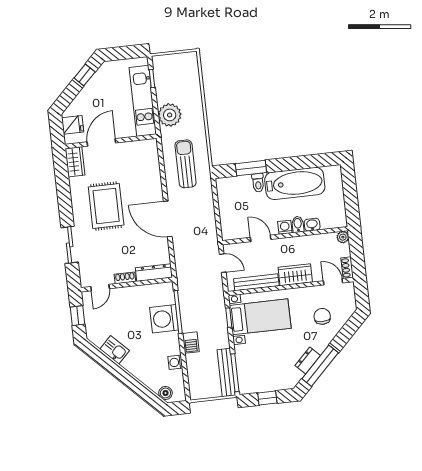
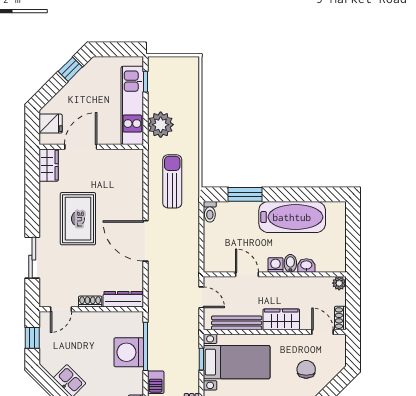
toilet: (258, 183) -> (210, 212), moved

